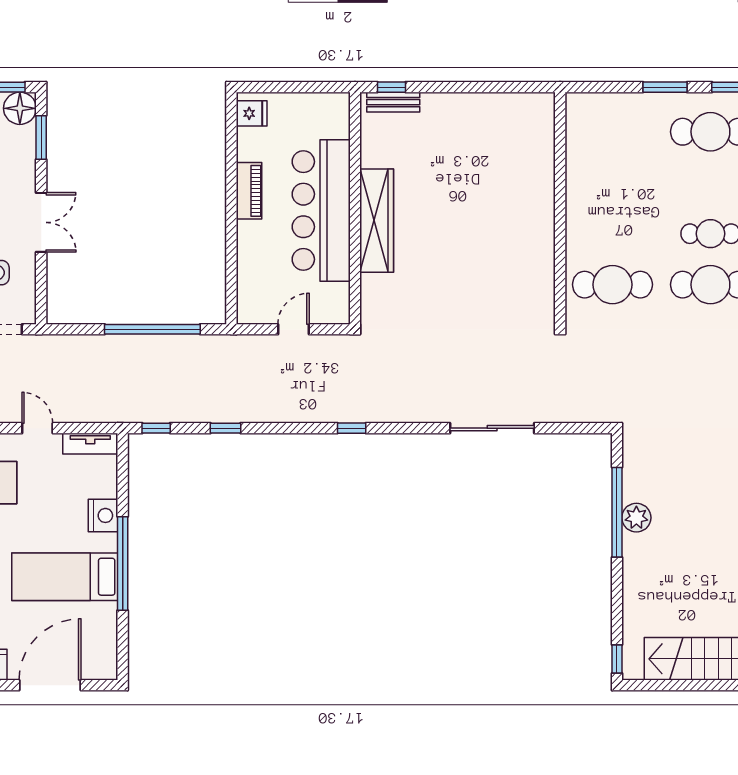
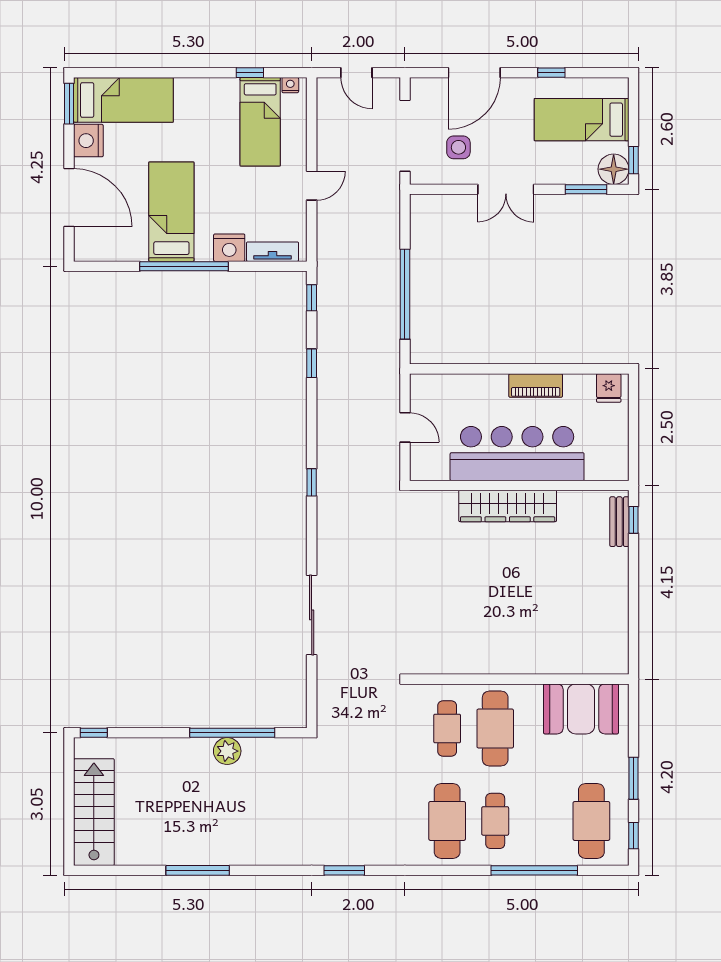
booth: (592, 143) -> (581, 709), added
cafe table: (612, 234) -> (495, 728), added
cafe table: (612, 285) -> (447, 728), width x0.73, depth x0.74
tv unit: (90, 444) -> (273, 252), moved, turned 90

